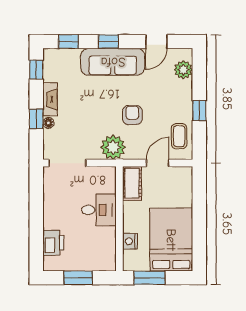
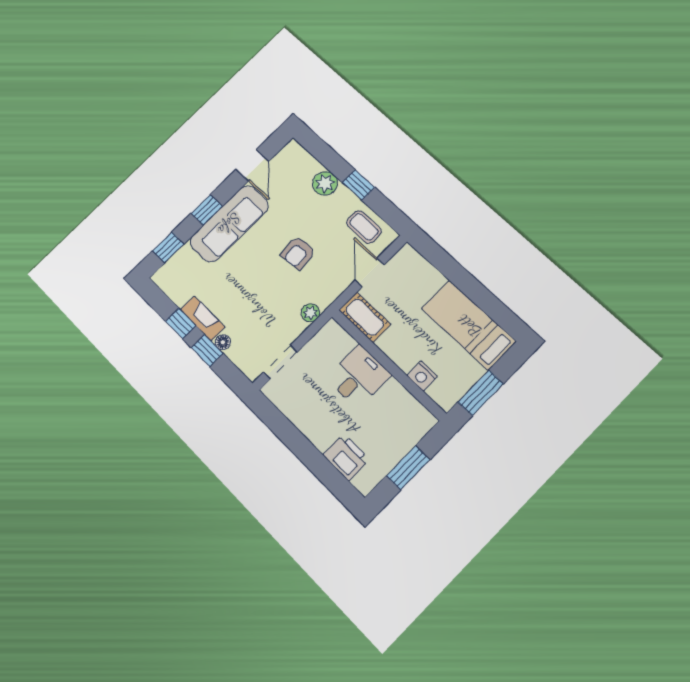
window: (36, 70) -> (181, 323), moved
plant: (183, 70) -> (325, 183), moved
armchair: (132, 115) -> (298, 253), turned -96
plant: (113, 147) -> (310, 313), width x0.53, depth x0.53
doorway: (67, 163) -> (280, 362), width x0.73
bed: (171, 240) -> (469, 325), width x0.67

